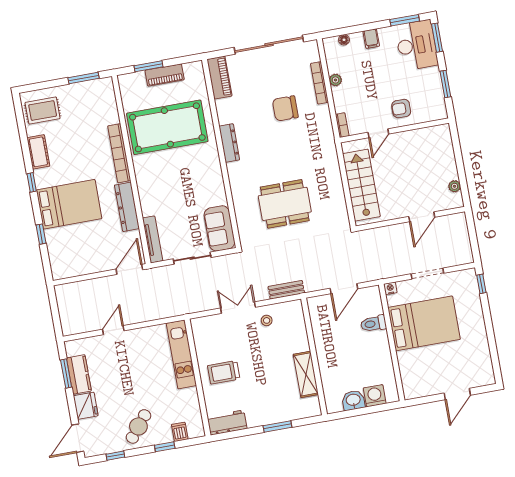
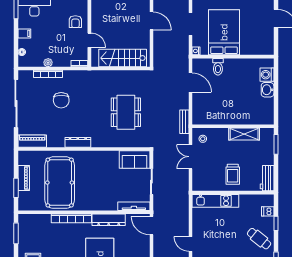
wall: (314, 356) -> (233, 126), moved
shelving: (306, 374) -> (244, 134), moved

